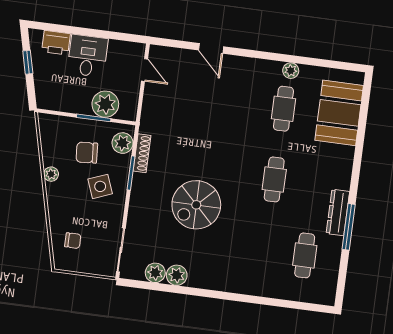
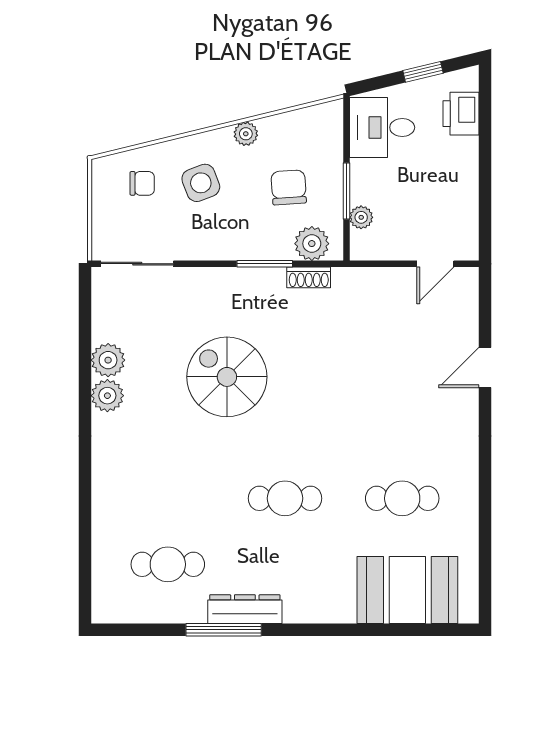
desk: (88, 56) -> (382, 127), moved, turned 180
plant: (291, 71) -> (466, 502), removed
plant: (105, 104) -> (361, 217), width x0.53, depth x0.53
shoe rack: (142, 153) -> (309, 277), width x0.70
side table: (100, 186) -> (201, 183), moved
chair: (73, 241) -> (142, 183), turned -90
plant: (155, 273) -> (107, 396), moved

